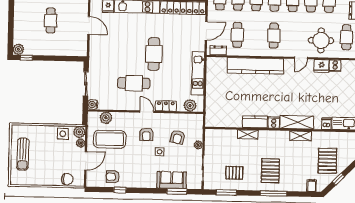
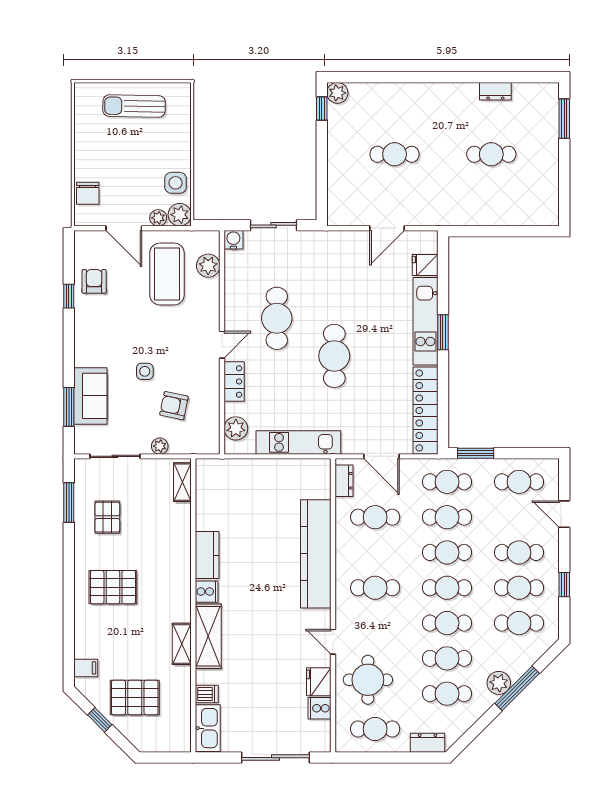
cafe table: (154, 54) -> (334, 356), turned 90
armchair: (146, 134) -> (178, 345), removed
shelving: (248, 134) -> (182, 482), moved
window: (274, 193) -> (69, 594), removed

